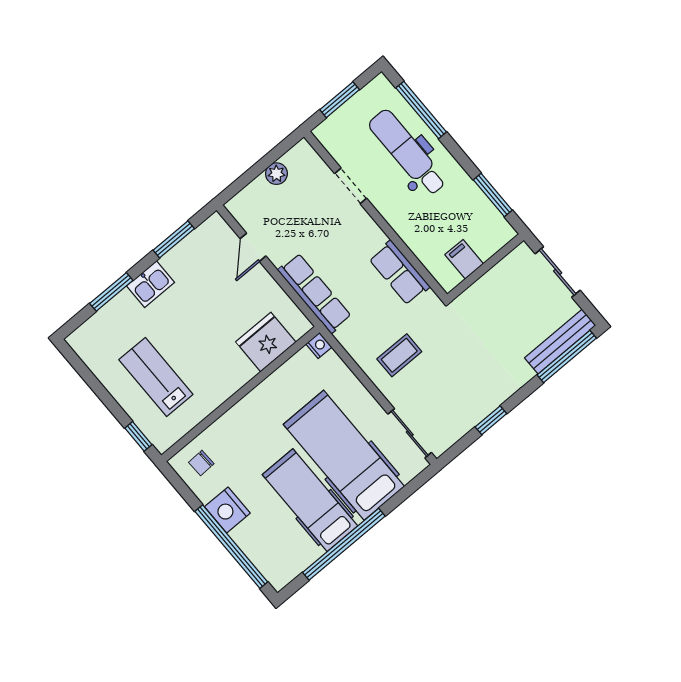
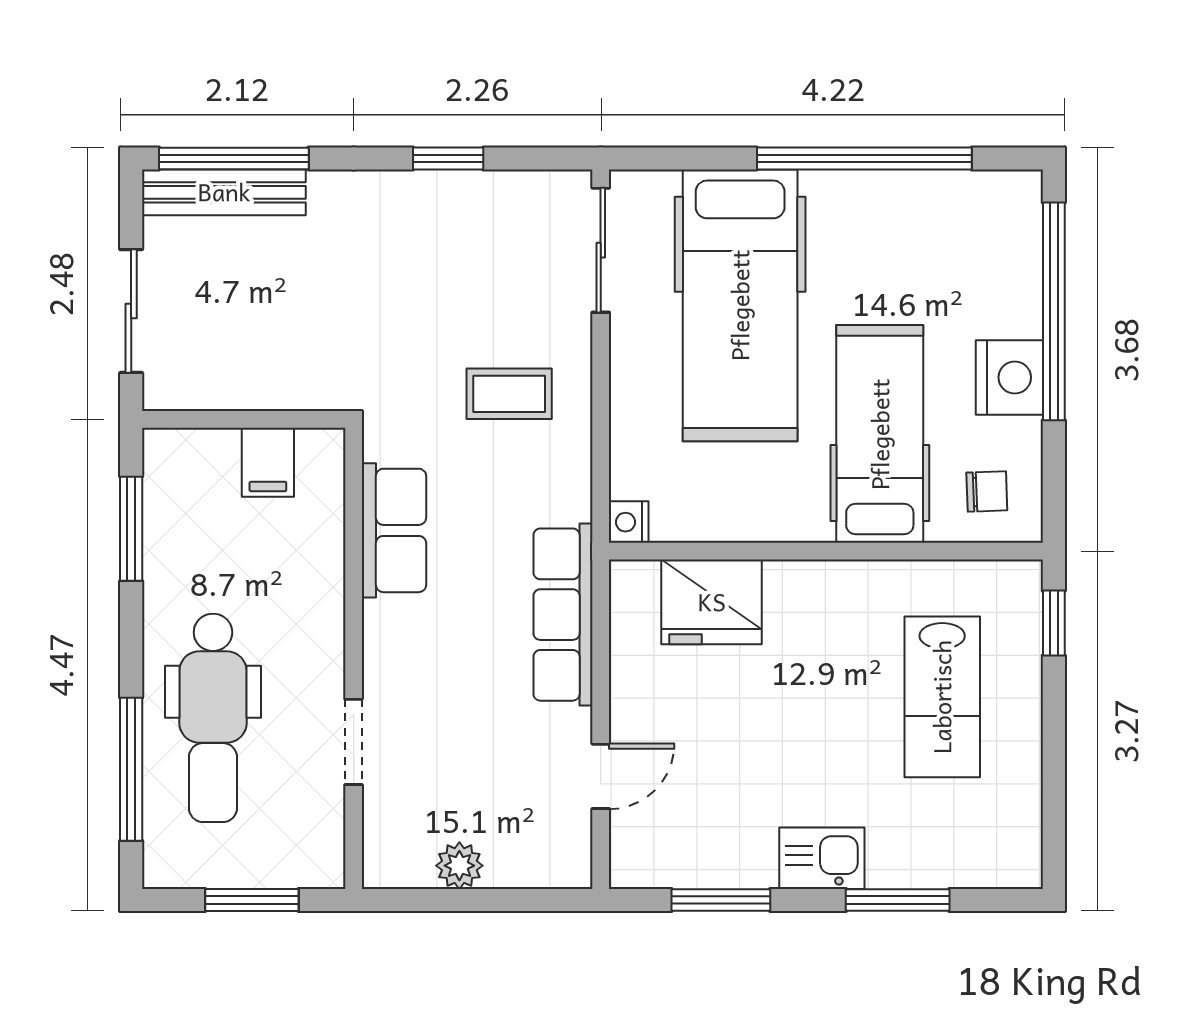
hospital bed: (310, 500) -> (880, 434), moved, turned 180

